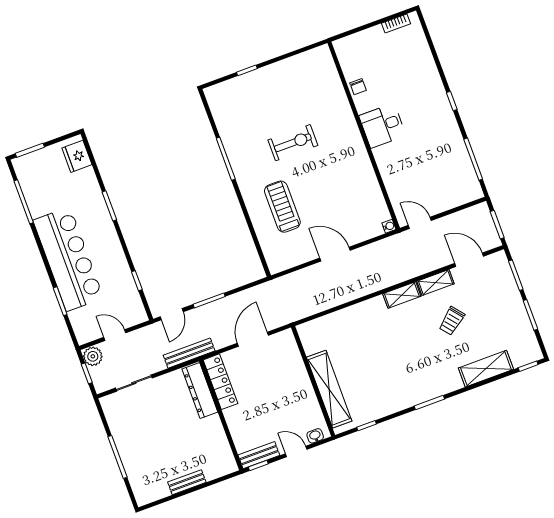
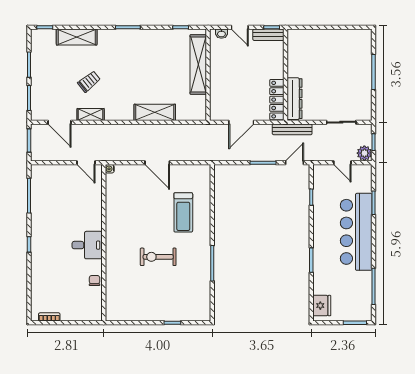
shelving: (402, 295) -> (155, 112), moved, width x1.50, depth x1.33
bench: (187, 482) -> (329, 34), removed

